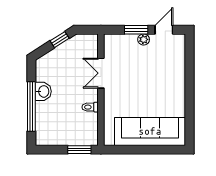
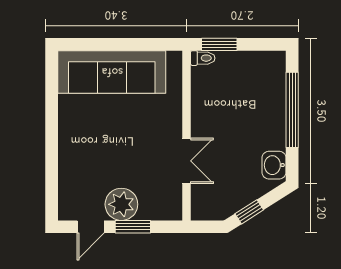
plant: (144, 39) -> (121, 204), width x1.88, depth x1.88
washbasin: (43, 91) -> (274, 165), moved
toilet: (90, 107) -> (203, 58), moved

